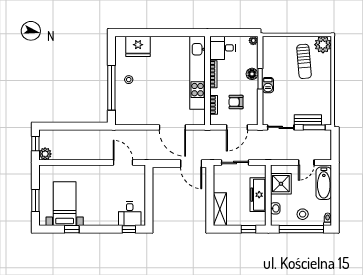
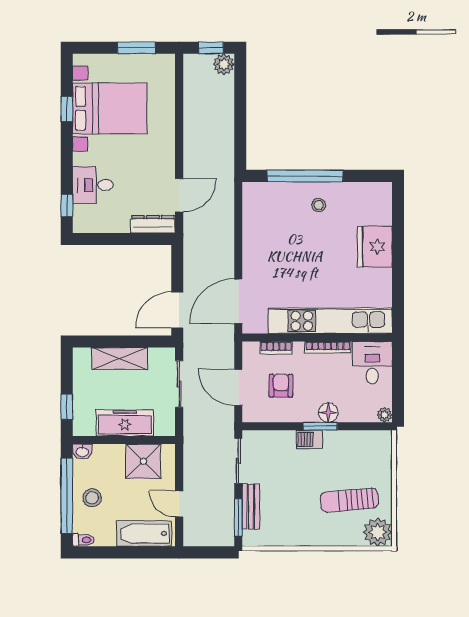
fridge: (138, 46) -> (375, 247), moved
door: (172, 127) -> (238, 301), moved
plant: (45, 154) -> (224, 64), moved
dresser: (140, 178) -> (153, 224), added
window: (35, 201) -> (136, 48), moved
bed with nightstands: (65, 204) -> (110, 108), width x1.36
washbasin: (275, 208) -> (82, 452), moved
shelving: (220, 209) -> (120, 359), moved
desk: (130, 214) -> (93, 185), moved

